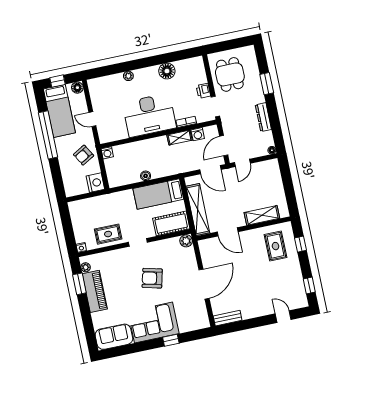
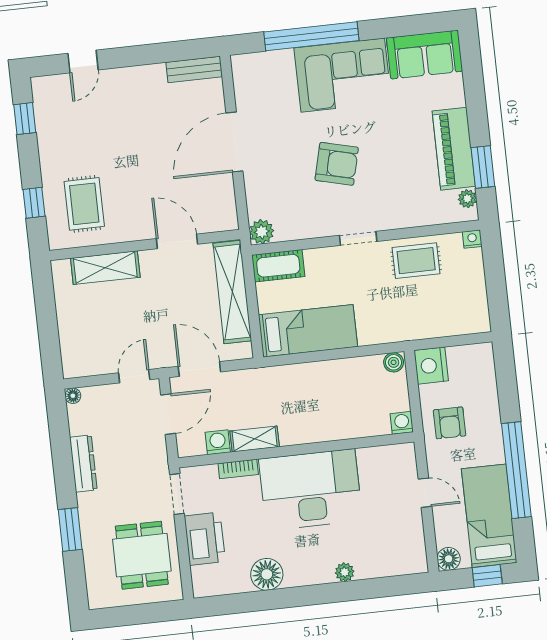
printer: (203, 91) -> (205, 539), width x1.87, depth x1.48
armchair: (84, 155) -> (450, 423), turned 120
boiler: (146, 176) -> (394, 362), moved
cot: (171, 223) -> (278, 266), width x0.73, depth x0.75
door: (283, 317) -> (83, 62), hinge flipped
window: (171, 340) -> (311, 36), width x3.17

